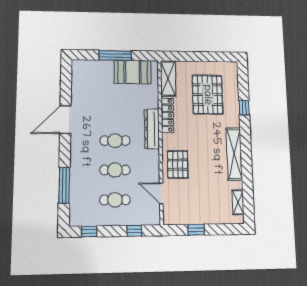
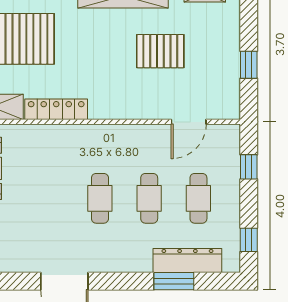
dresser: (152, 129) -> (187, 261), moved, turned 180
pallet: (178, 165) -> (160, 51), moved
window: (64, 185) -> (174, 281), width x0.69

